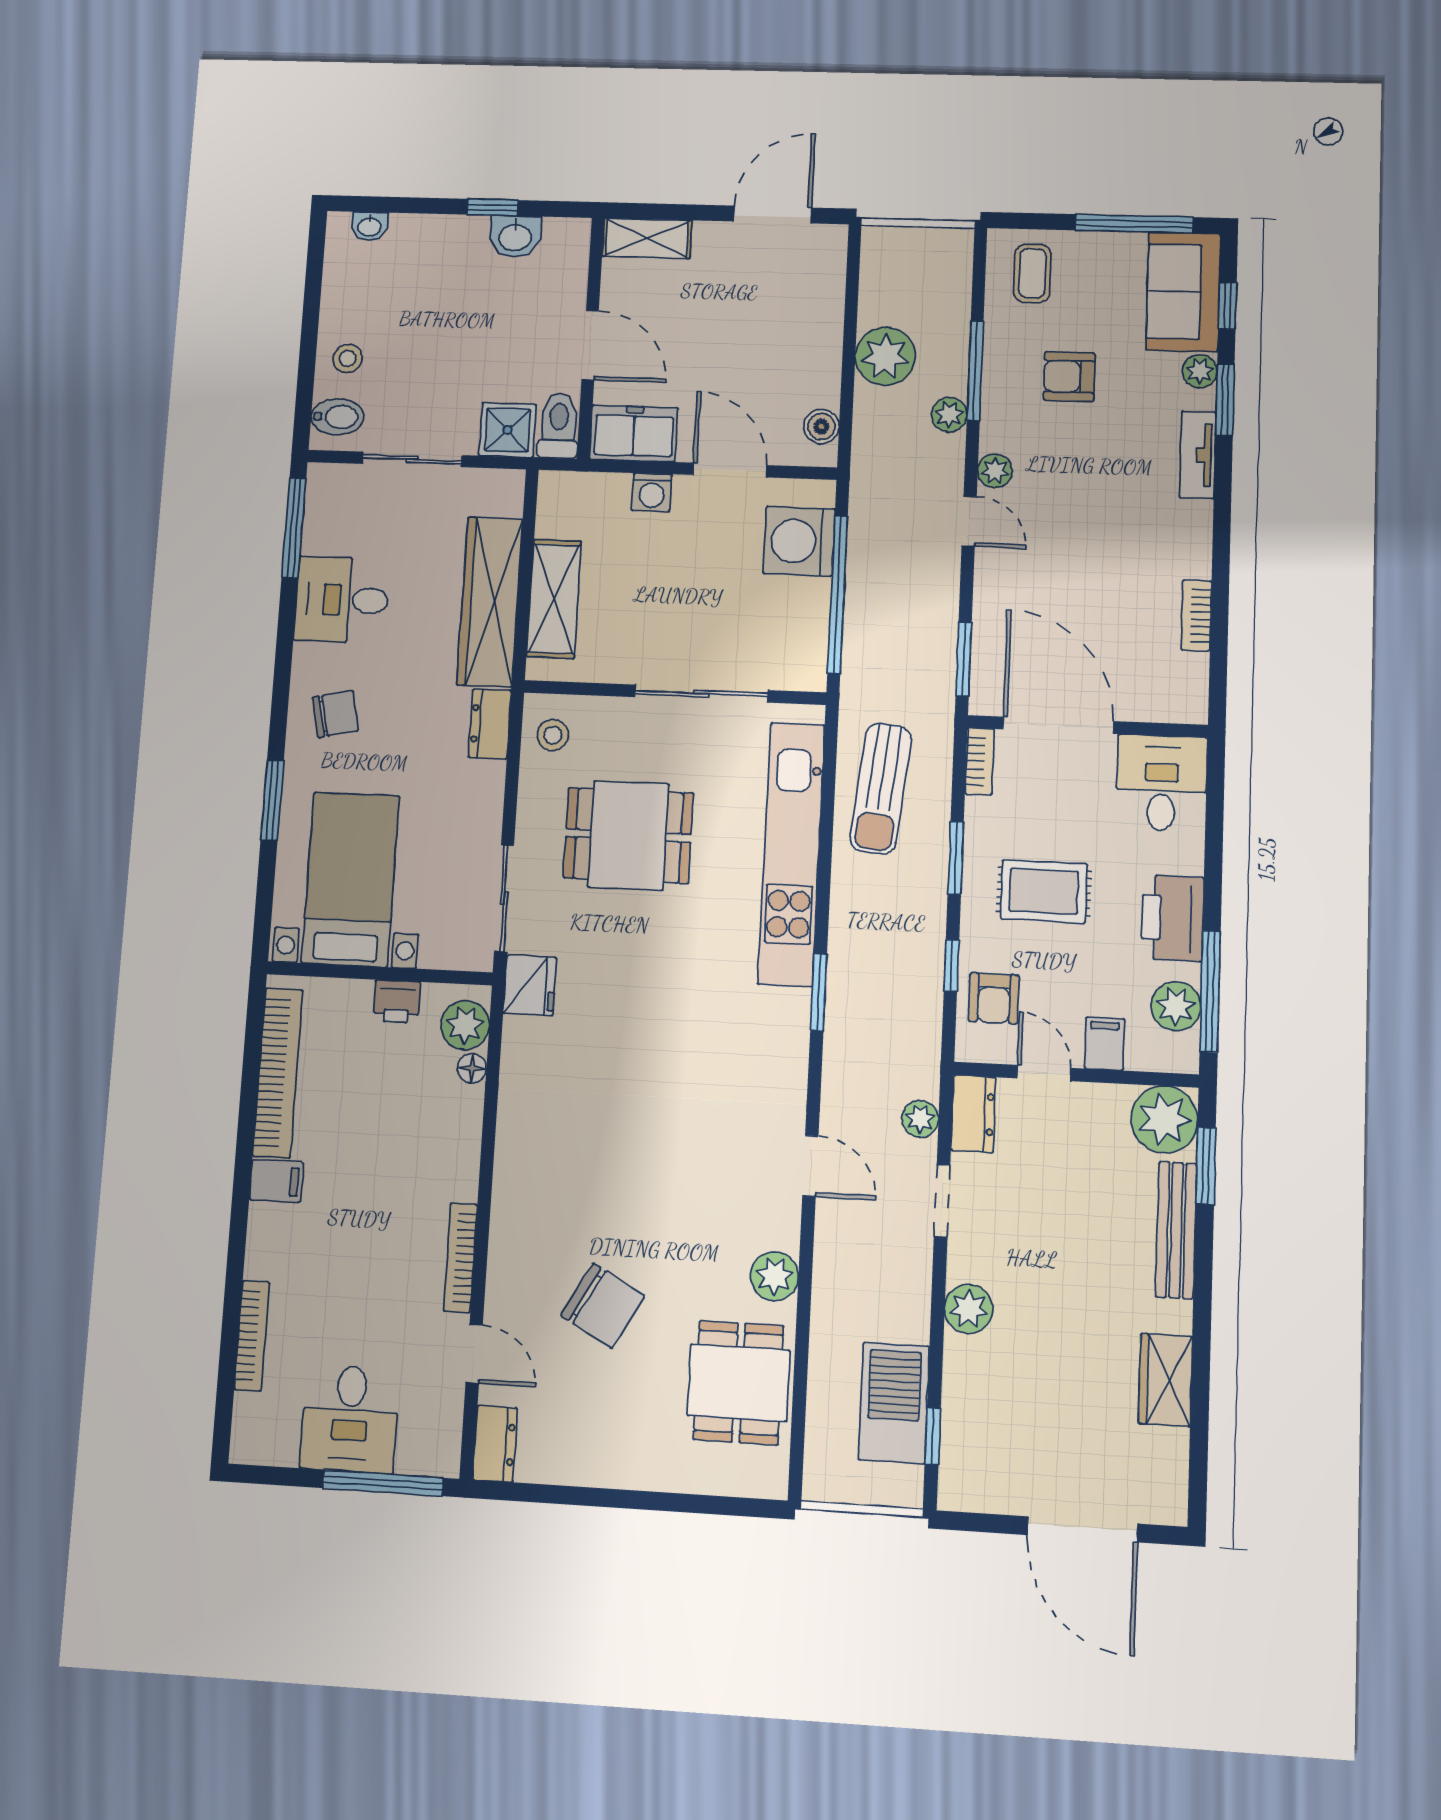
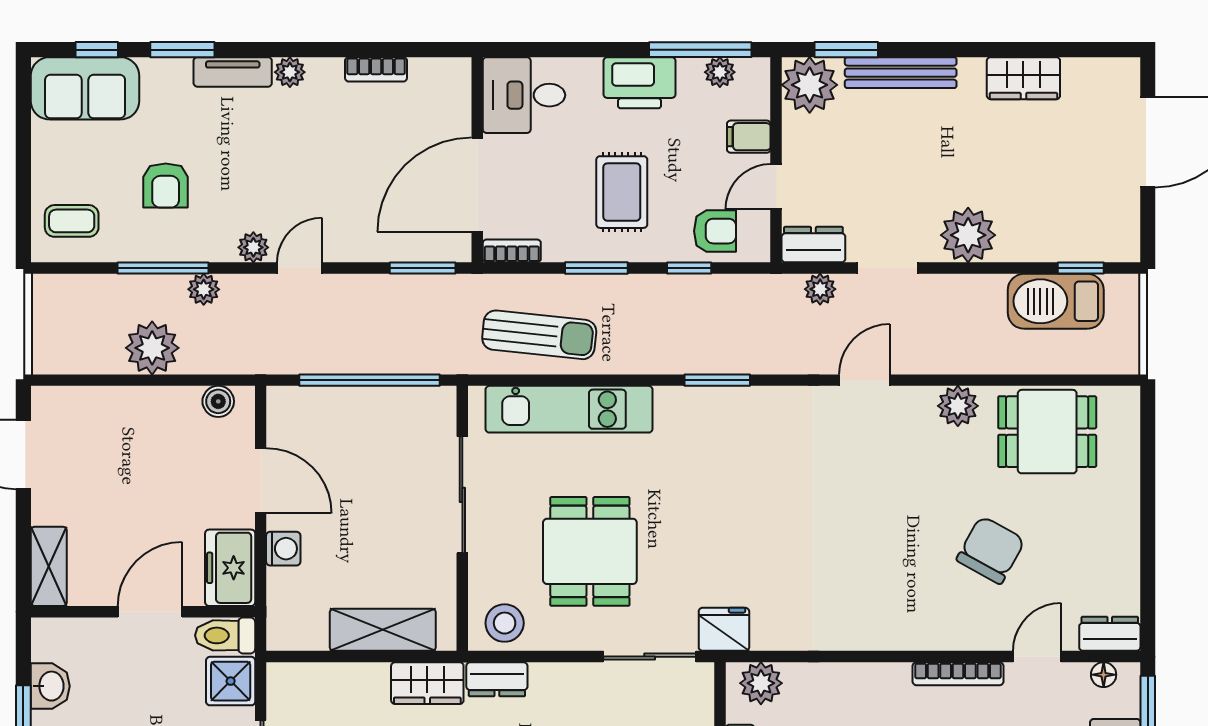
window: (1134, 224) -> (23, 133), removed
plant: (1200, 371) -> (290, 72), moved
door: (730, 470) -> (261, 481), swing flipped
washing machine: (799, 541) -> (323, 416), removed
wardrobe: (490, 602) -> (427, 683), width x0.48, depth x0.85
stool: (553, 735) -> (505, 623), width x1.37, depth x1.37
kitchen unit: (791, 854) -> (569, 409), width x0.73
plant: (1176, 1006) -> (720, 72), width x0.73, depth x0.73
floor lamp: (472, 1068) -> (1104, 675), moved
plant: (969, 1309) -> (968, 235), width x1.36, depth x1.36

